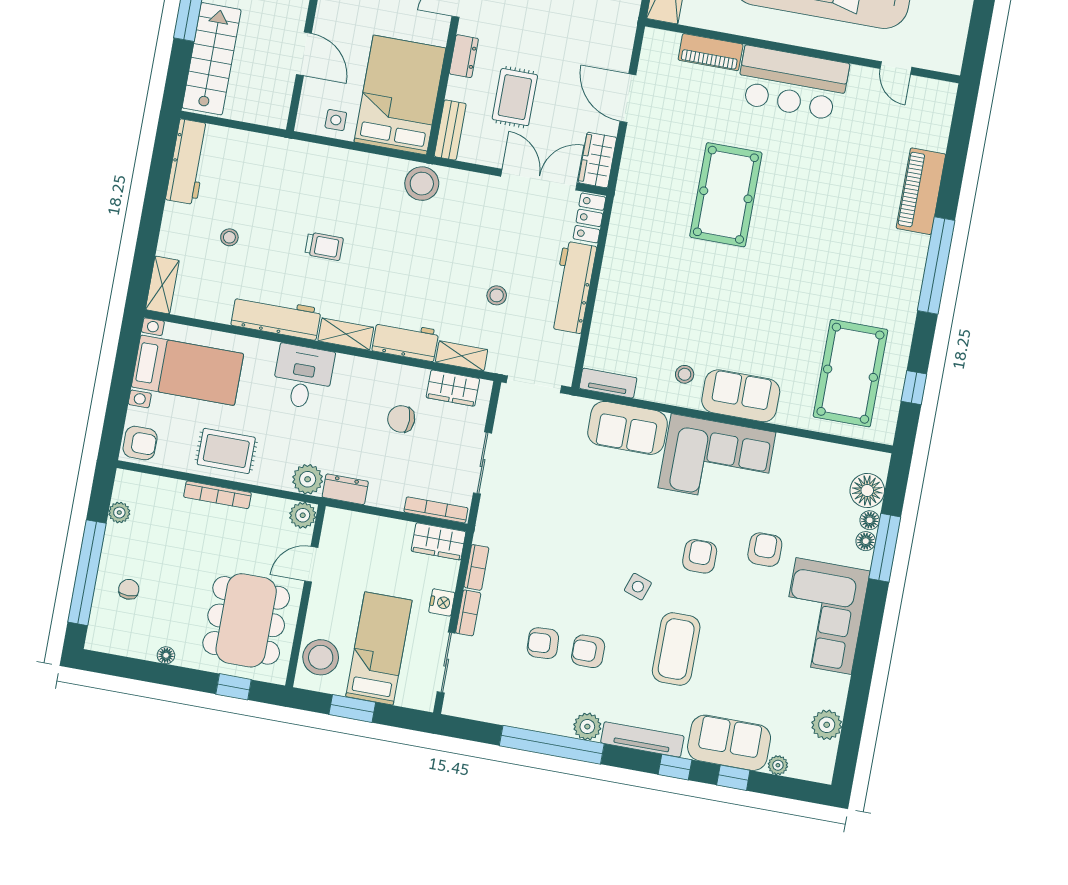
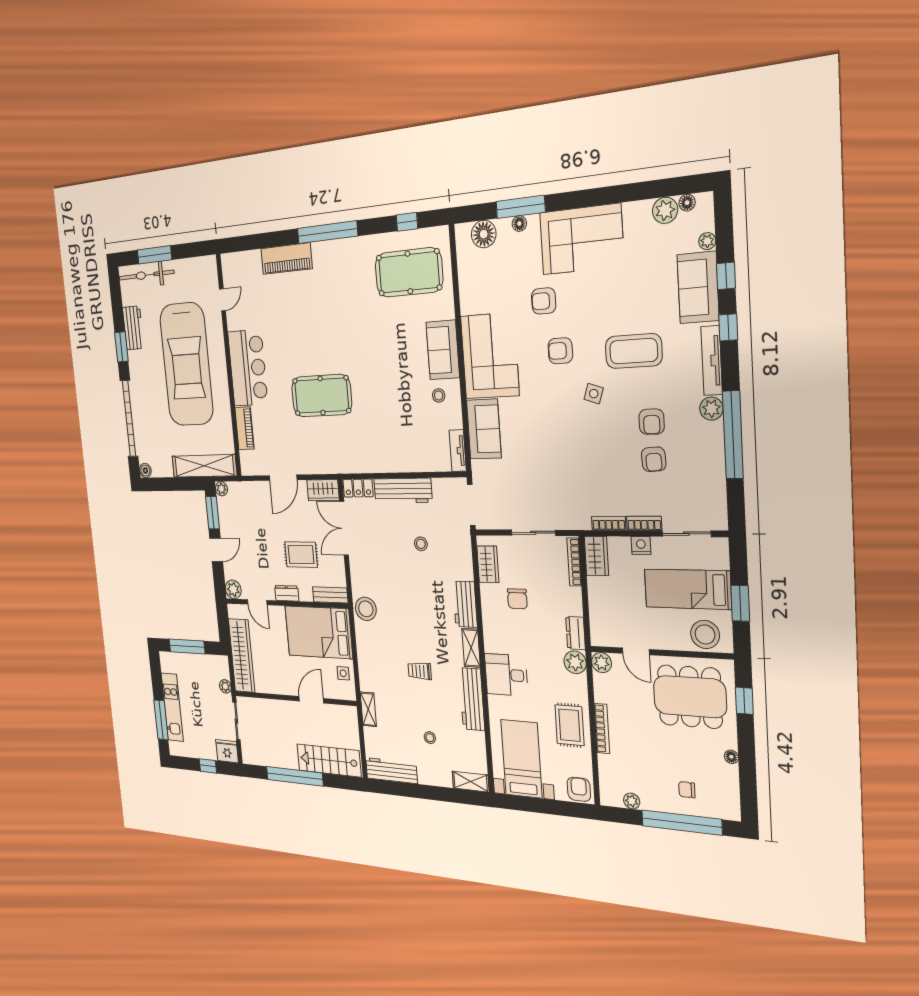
trolley: (324, 246) -> (420, 671), turned -90
shelving: (462, 356) -> (368, 709), moved
floor lamp: (870, 520) -> (687, 203), moved

